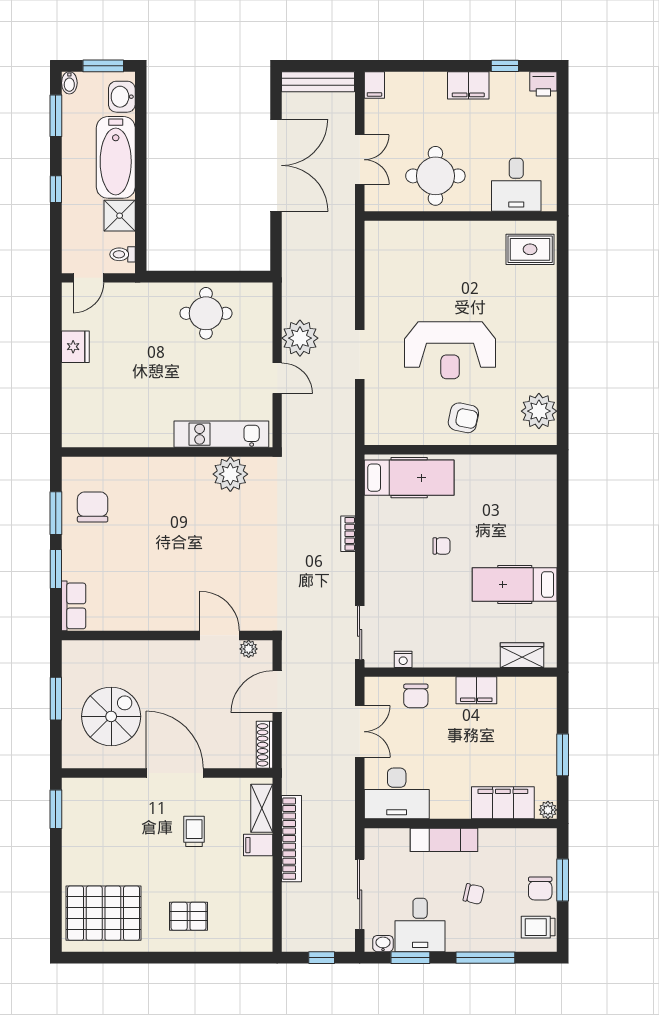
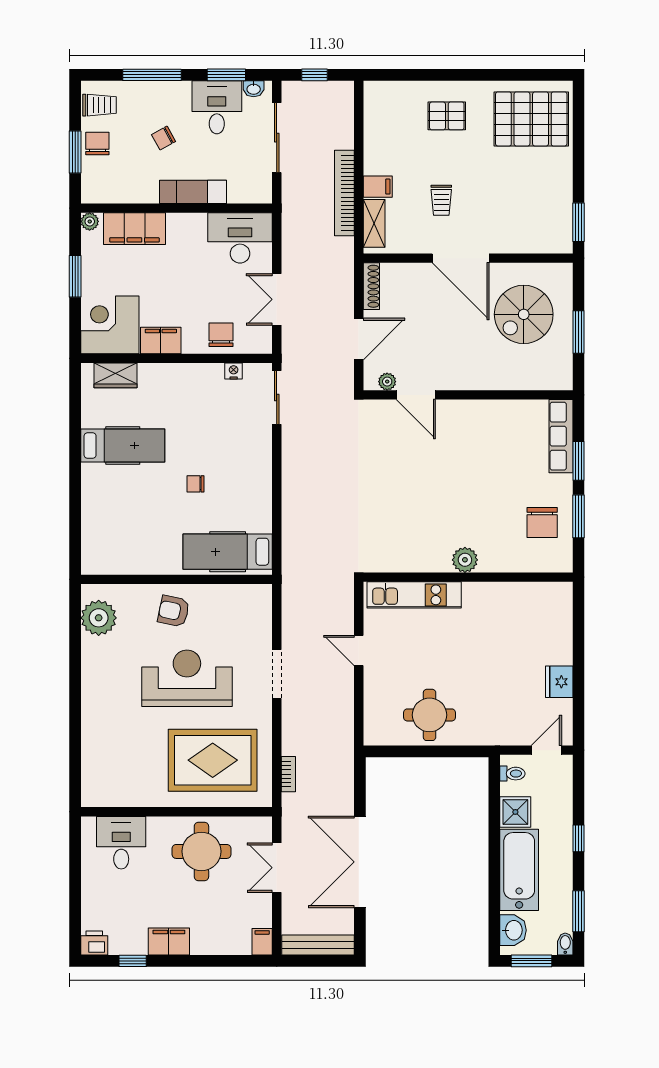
rug: (530, 249) -> (213, 760), moved, width x1.86, depth x2.06
plant: (300, 338) -> (336, 690), removed
plant: (230, 474) -> (465, 560), moved, width x0.73, depth x0.73
bookcase: (348, 534) -> (288, 774), moved
row of seats: (74, 606) -> (561, 436), width x1.48
corner desk: (528, 706) -> (110, 325), added
chair: (474, 894) -> (164, 138), turned -42

